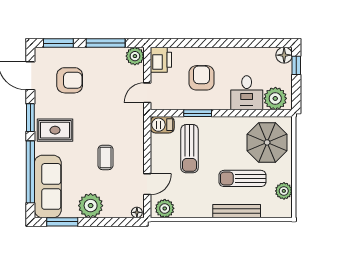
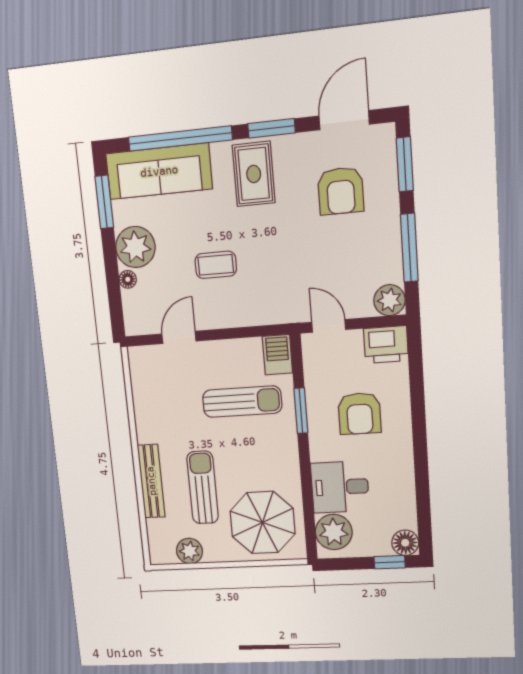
armchair: (202, 78) -> (360, 414), turned 90
sun lounger: (190, 149) -> (242, 402), turned 180
door: (147, 184) -> (179, 337), swing flipped
plant: (165, 208) -> (143, 368), removed
floor lamp: (137, 212) -> (128, 279), moved

